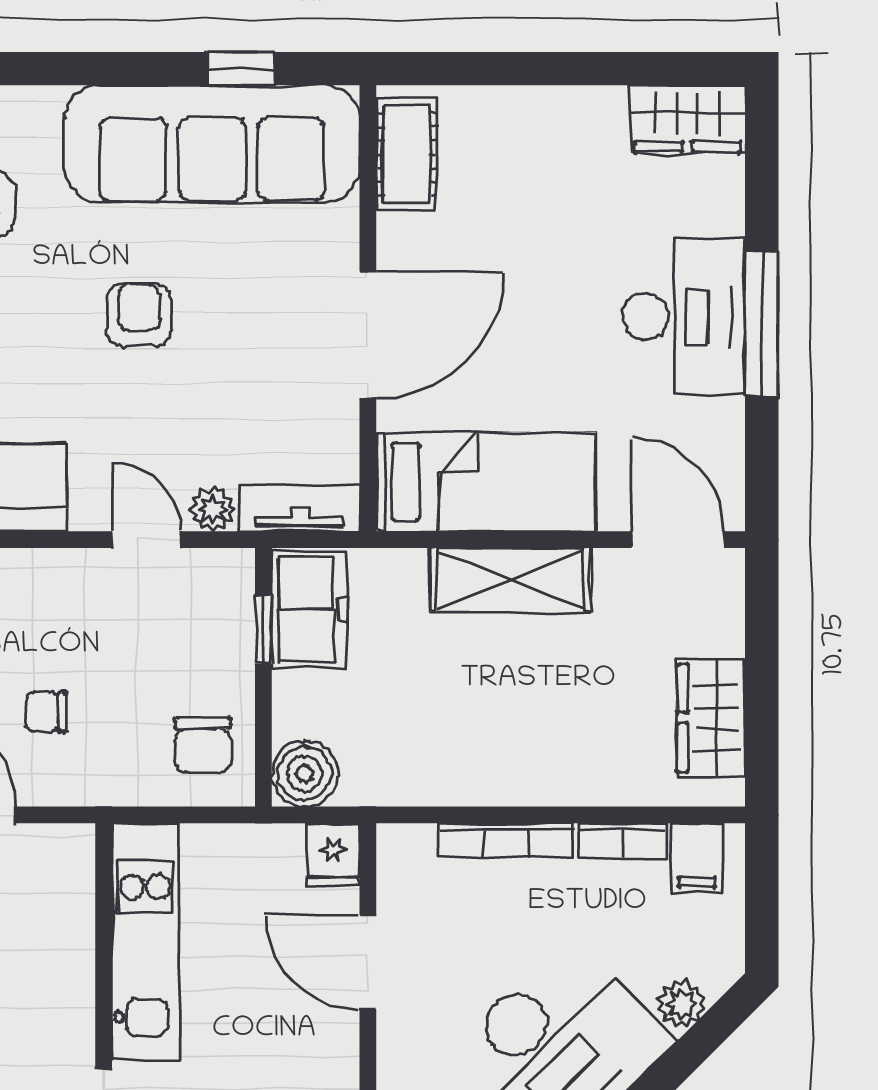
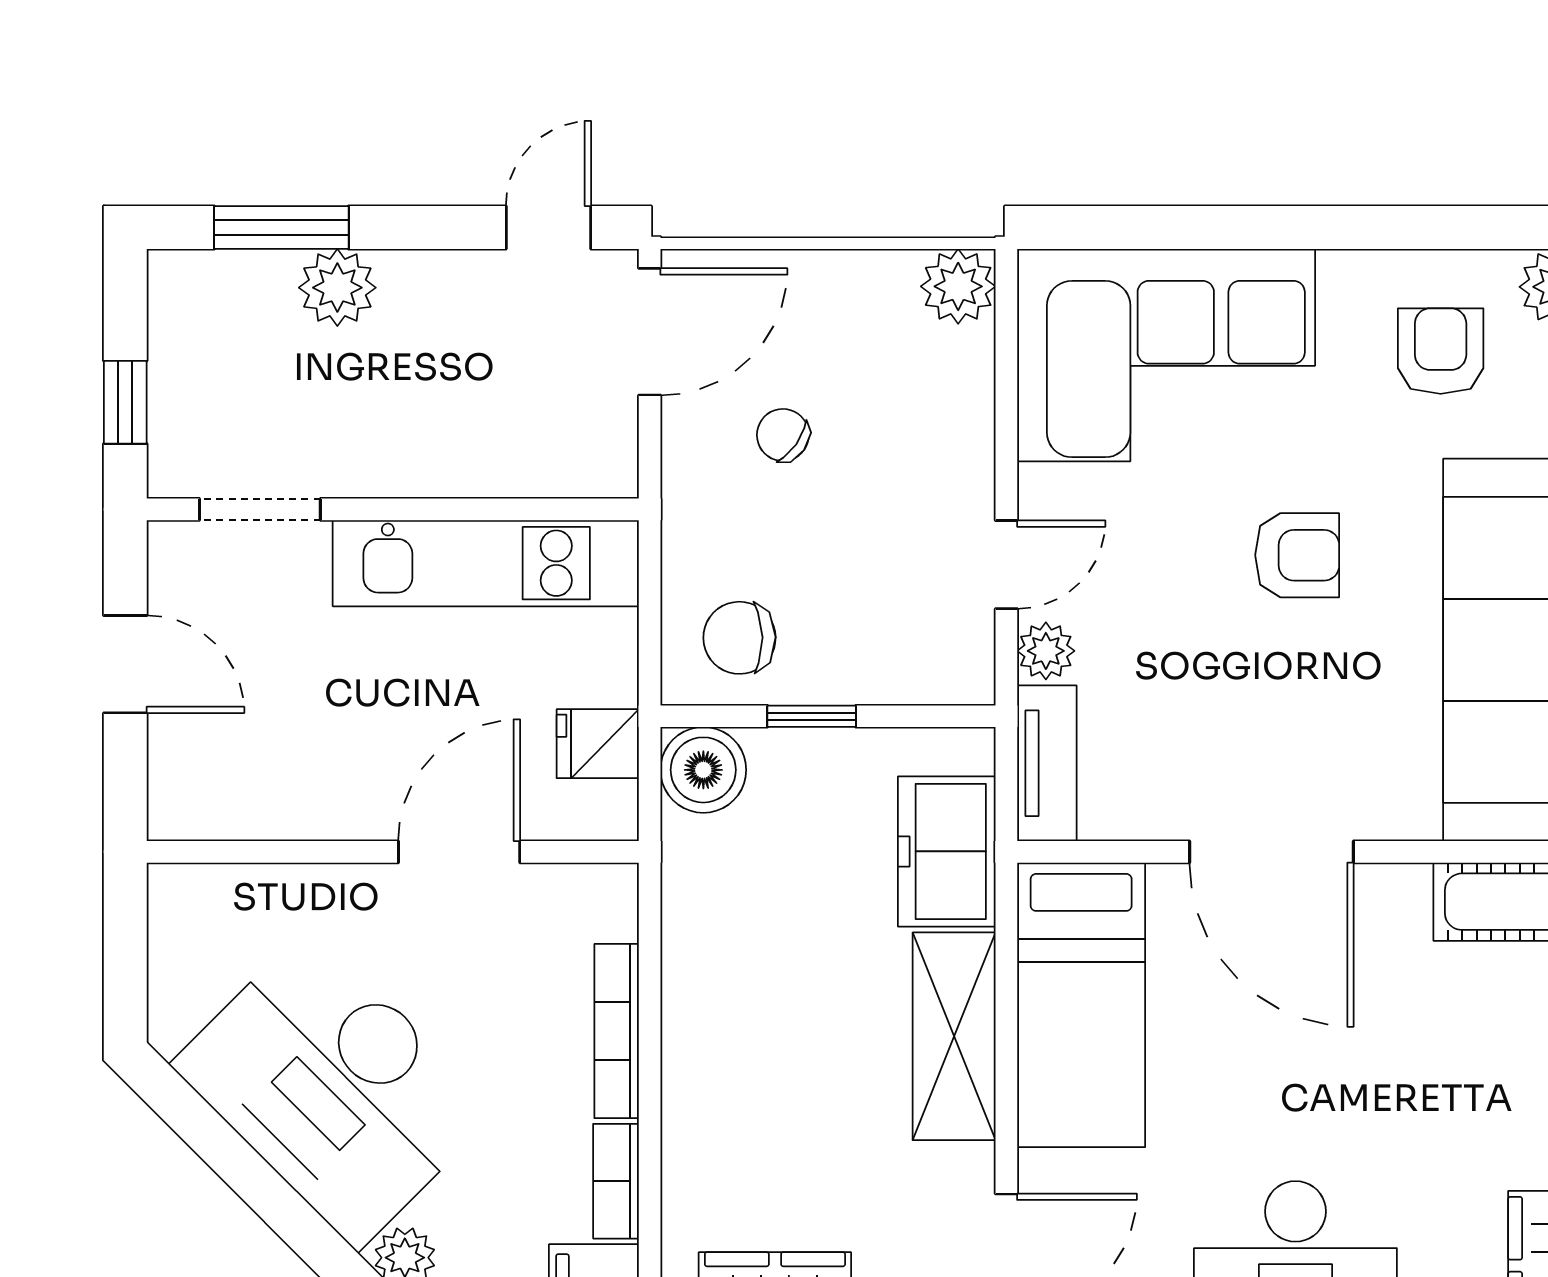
freezer: (309, 610) -> (947, 851), moved, turned 90
window: (263, 629) -> (812, 716), moved
chair: (46, 712) -> (783, 435), turned -55
fridge: (333, 855) -> (598, 744), moved

